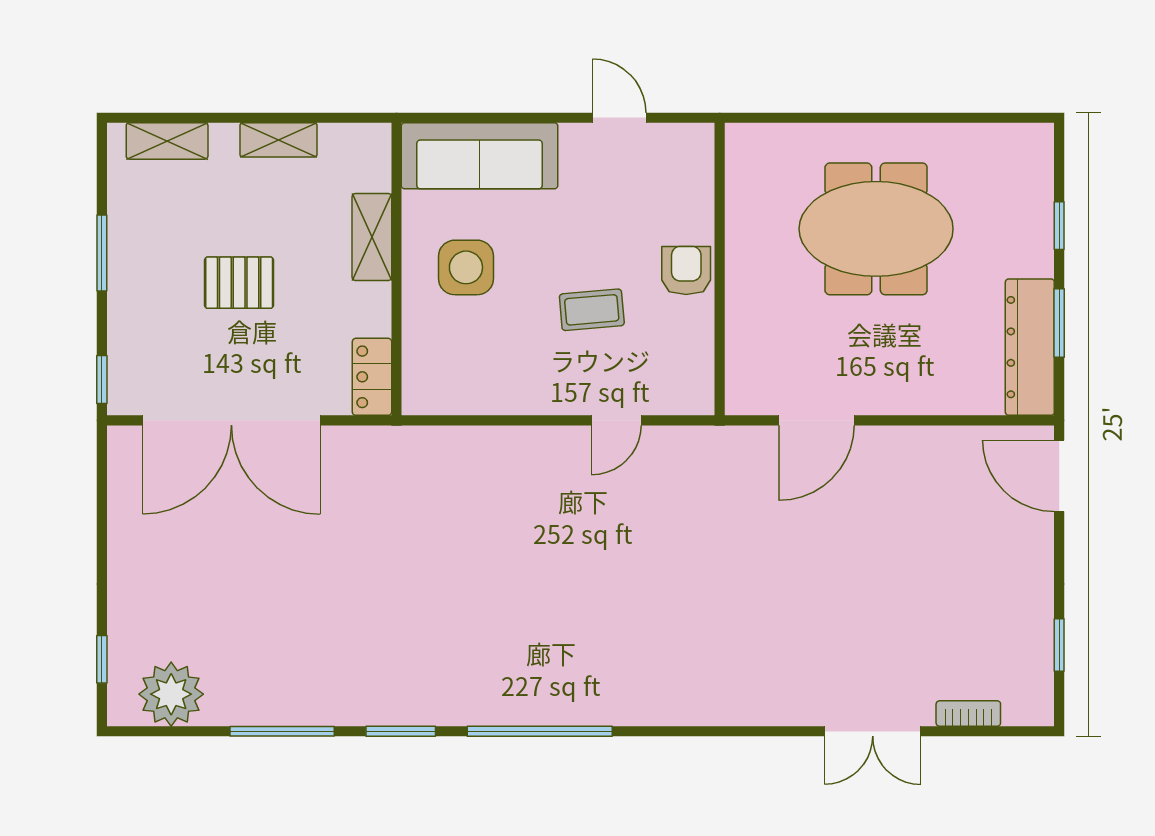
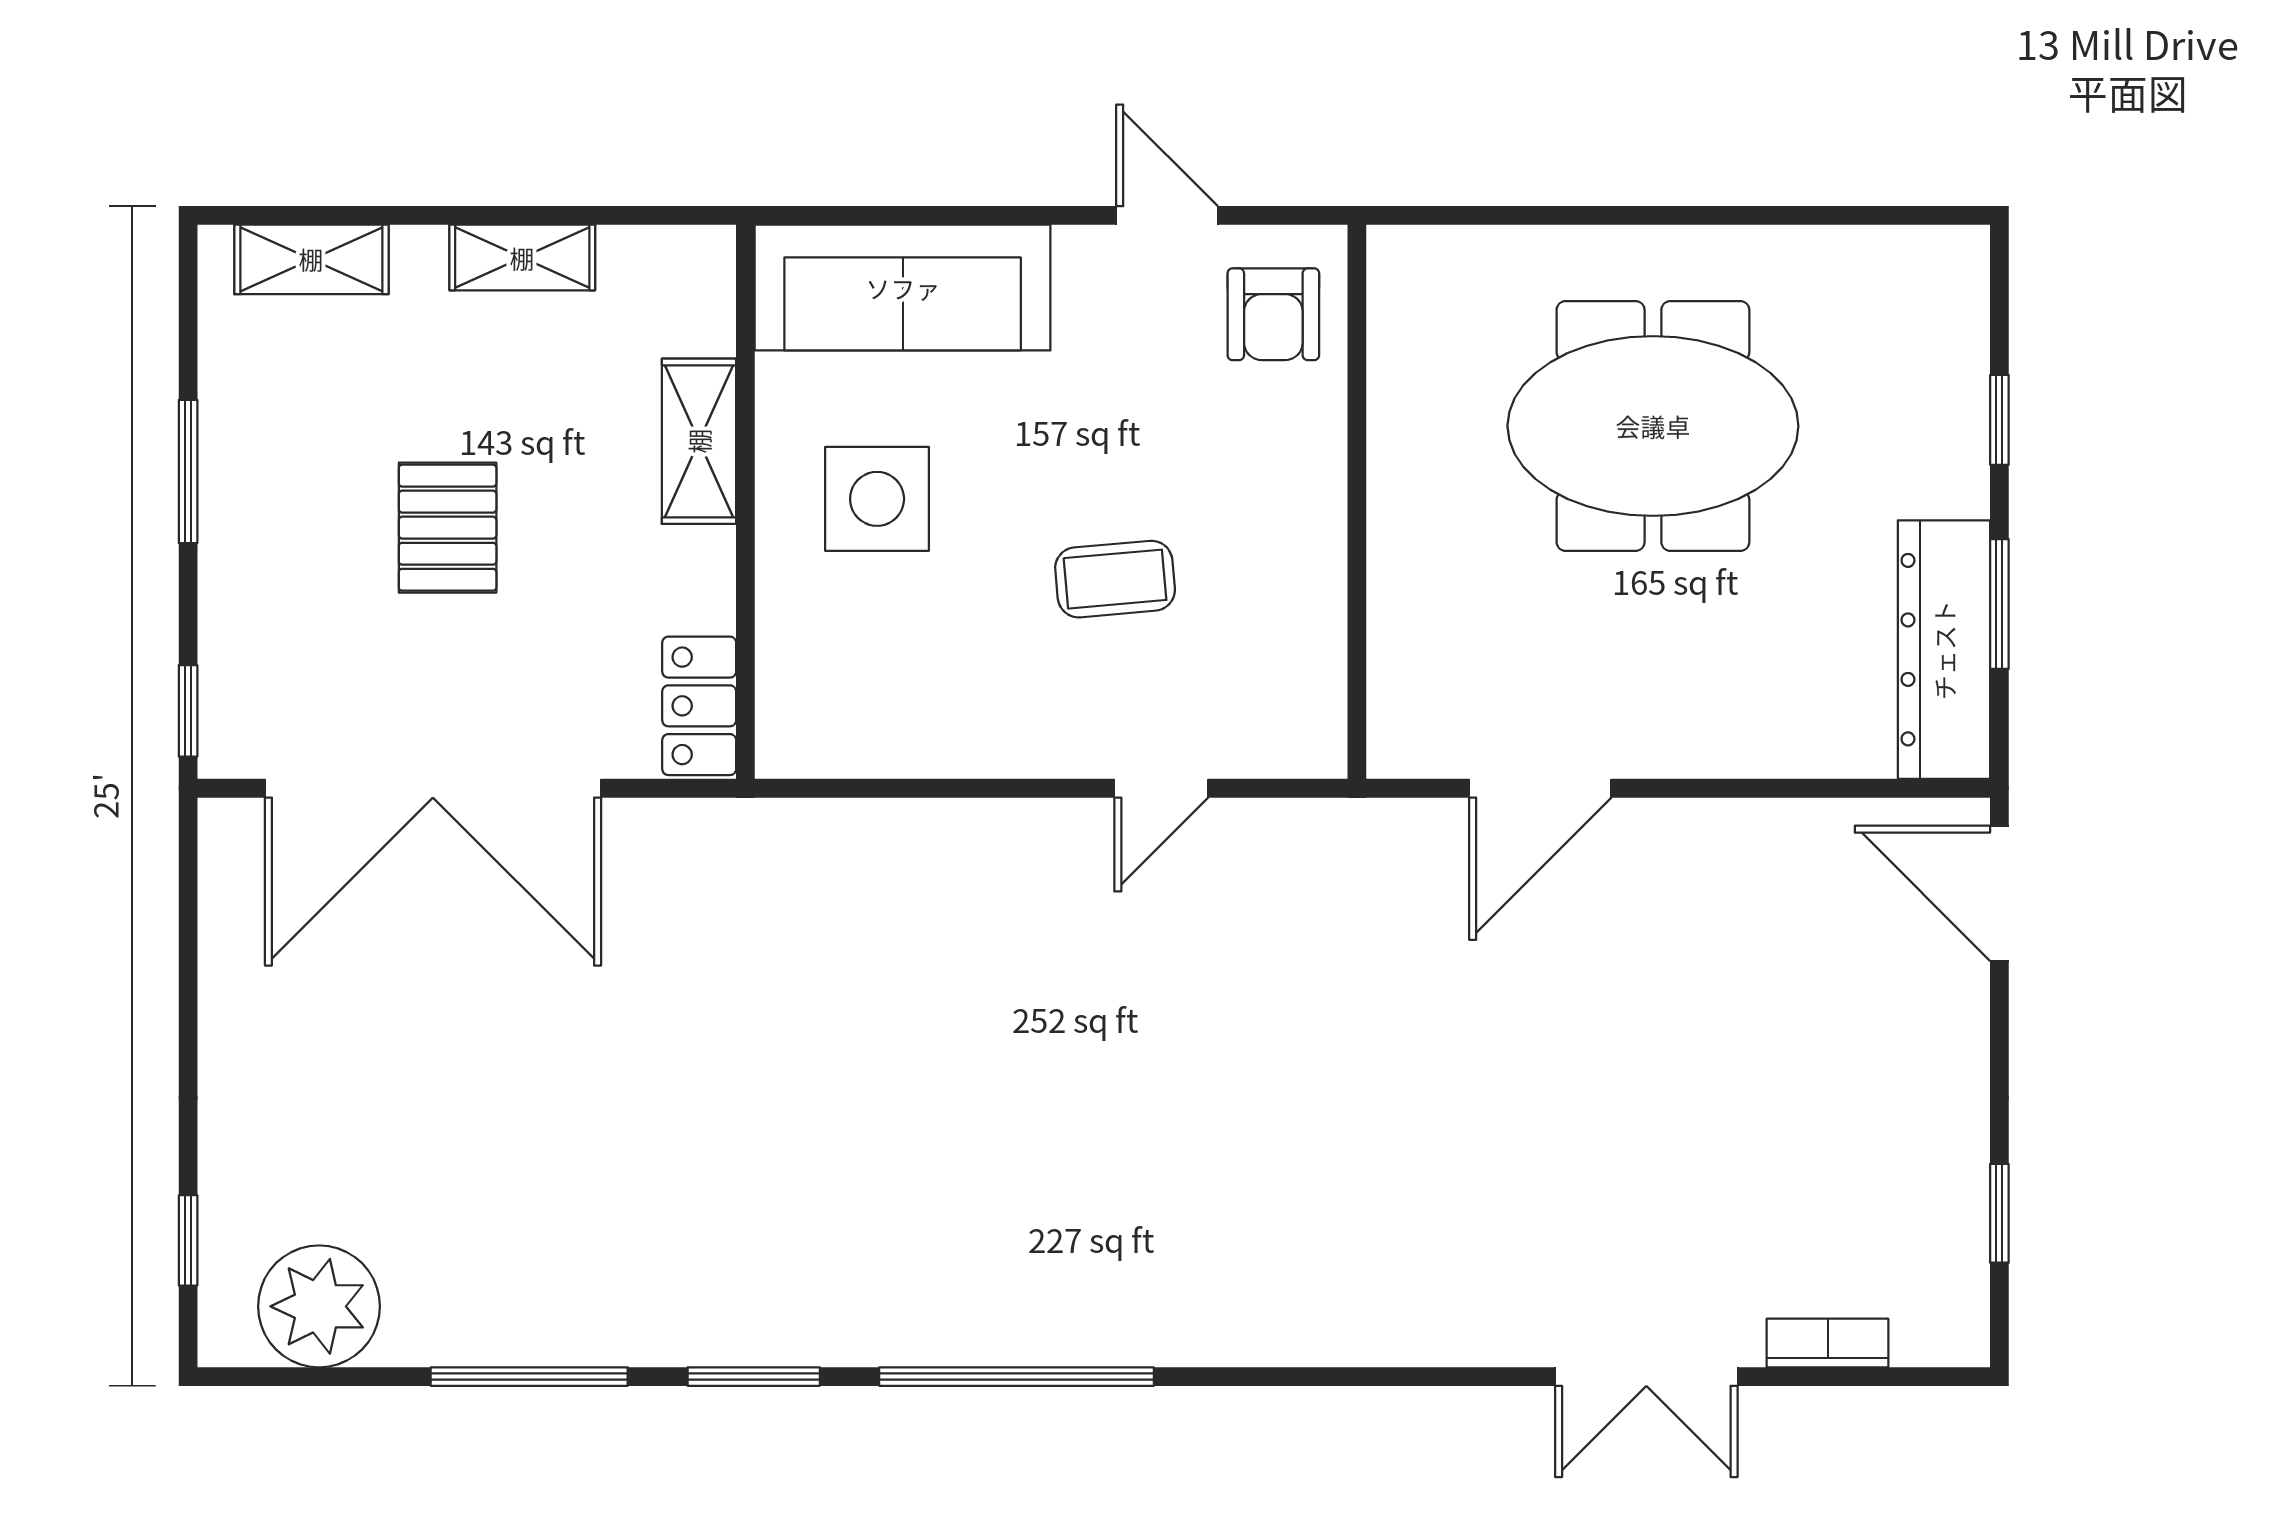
armchair: (686, 270) -> (1273, 314), moved, turned 180
pallet: (239, 283) -> (448, 528), turned 90

